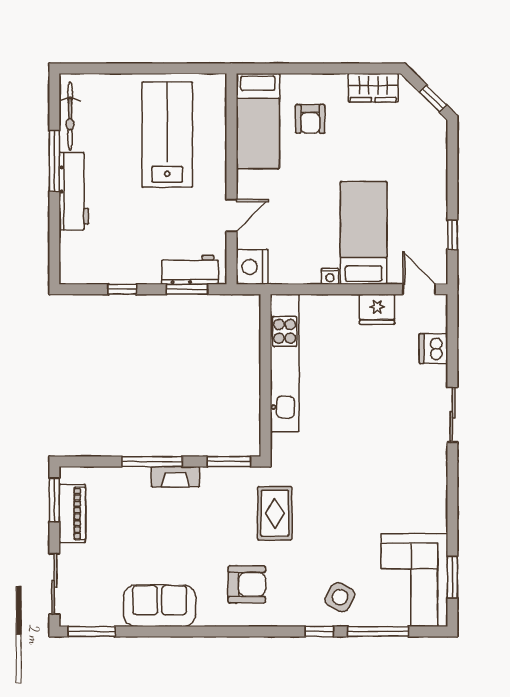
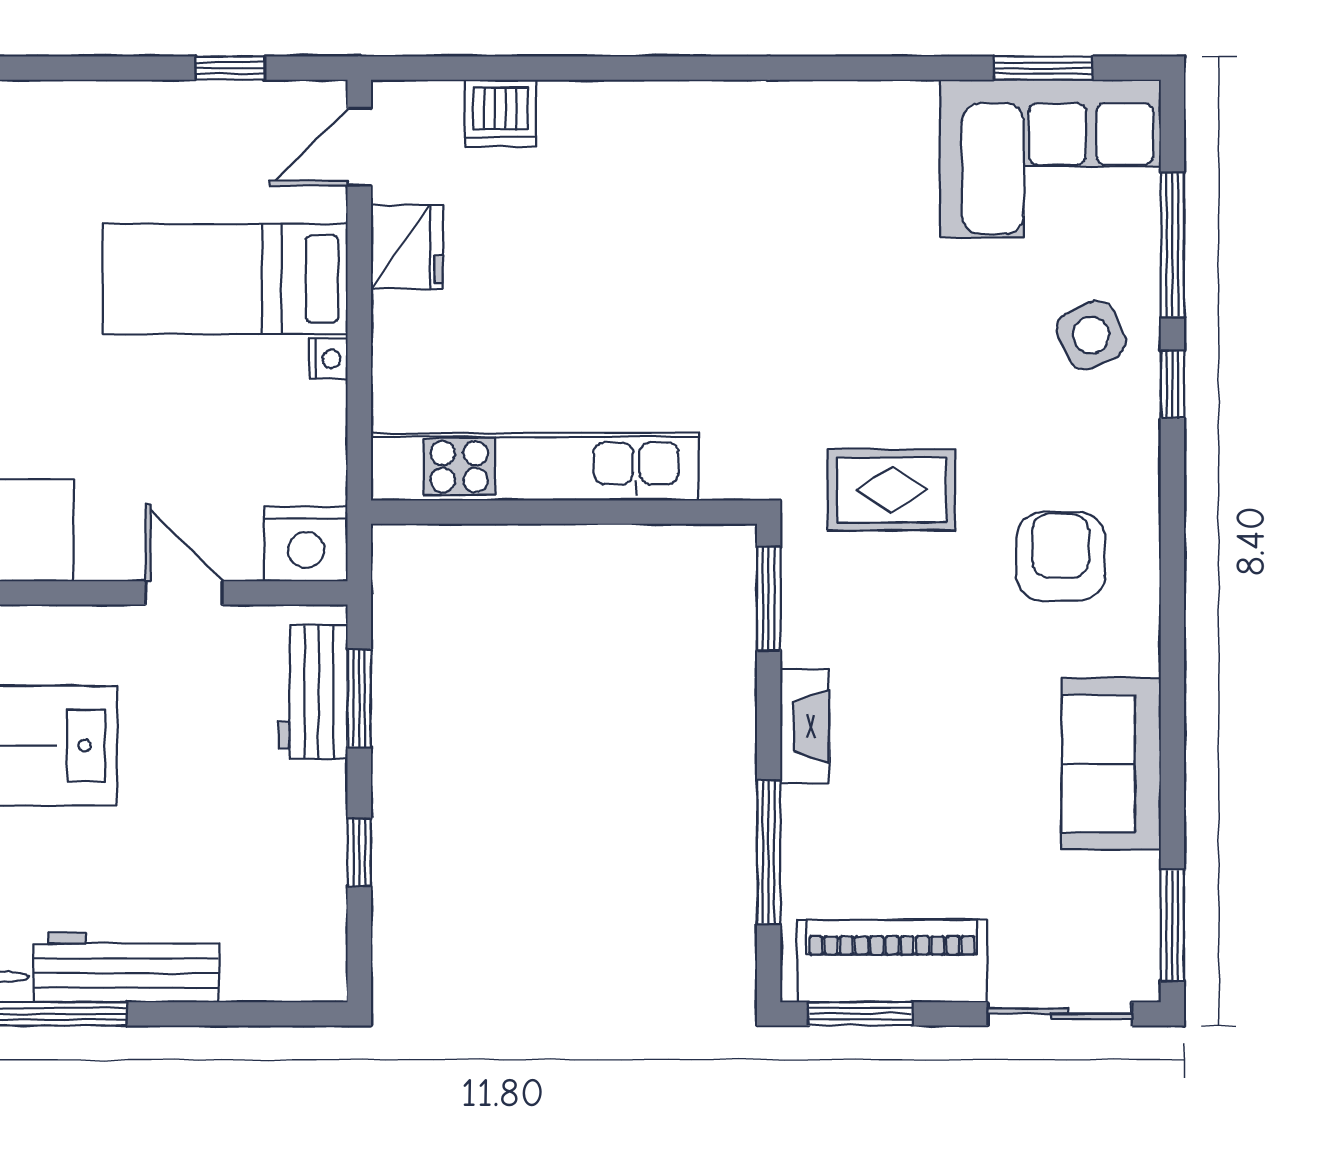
sliding door: (452, 415) -> (657, 68), removed
window: (152, 462) -> (769, 852), moved
piano: (72, 513) -> (892, 961), width x1.37, depth x1.33
side table: (340, 597) -> (1091, 335), turned 38

